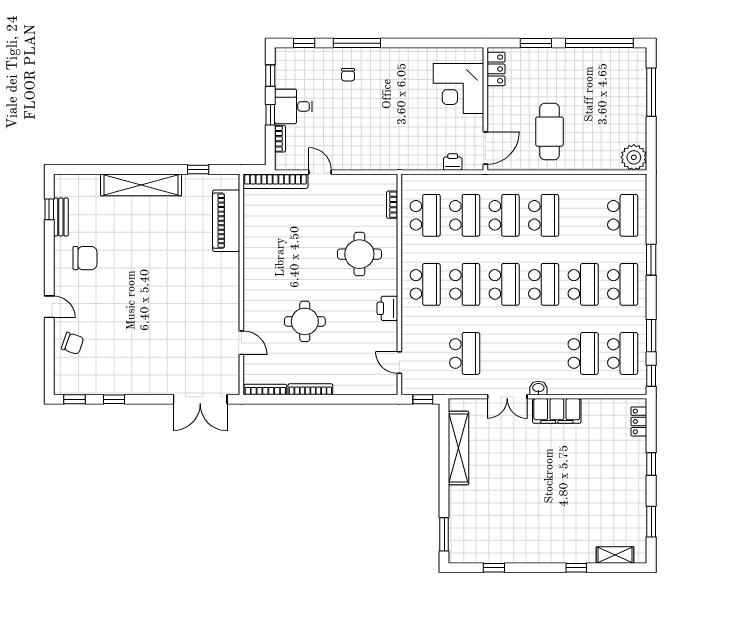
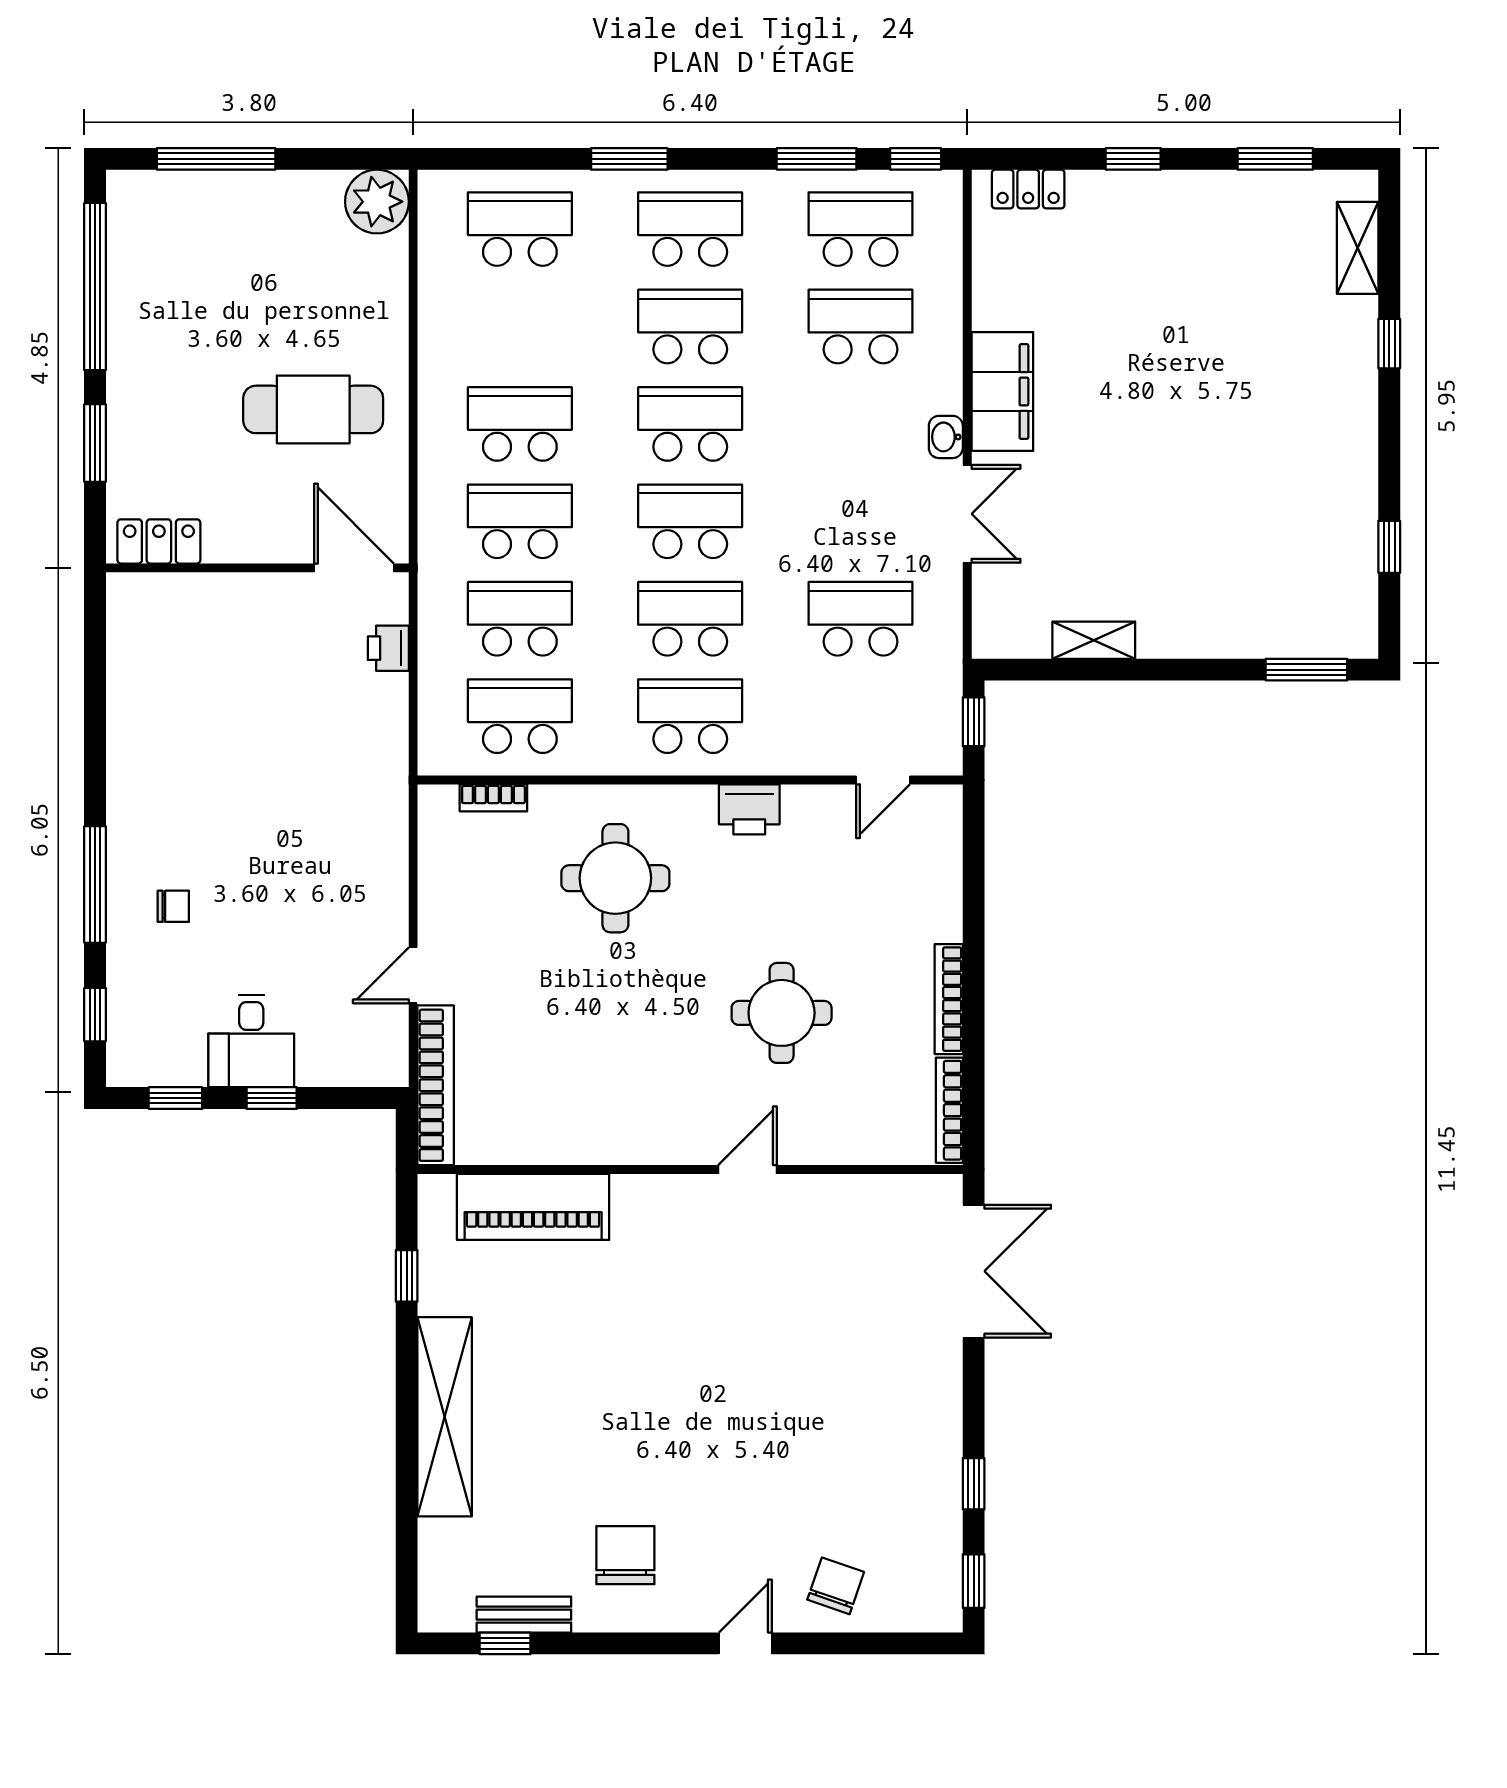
corner desk: (458, 88) -> (207, 634), removed
bookcase: (280, 139) -> (331, 1074), removed
door: (241, 343) -> (747, 1169), moved
shelving: (458, 448) -> (1094, 640), width x0.45, depth x0.75

